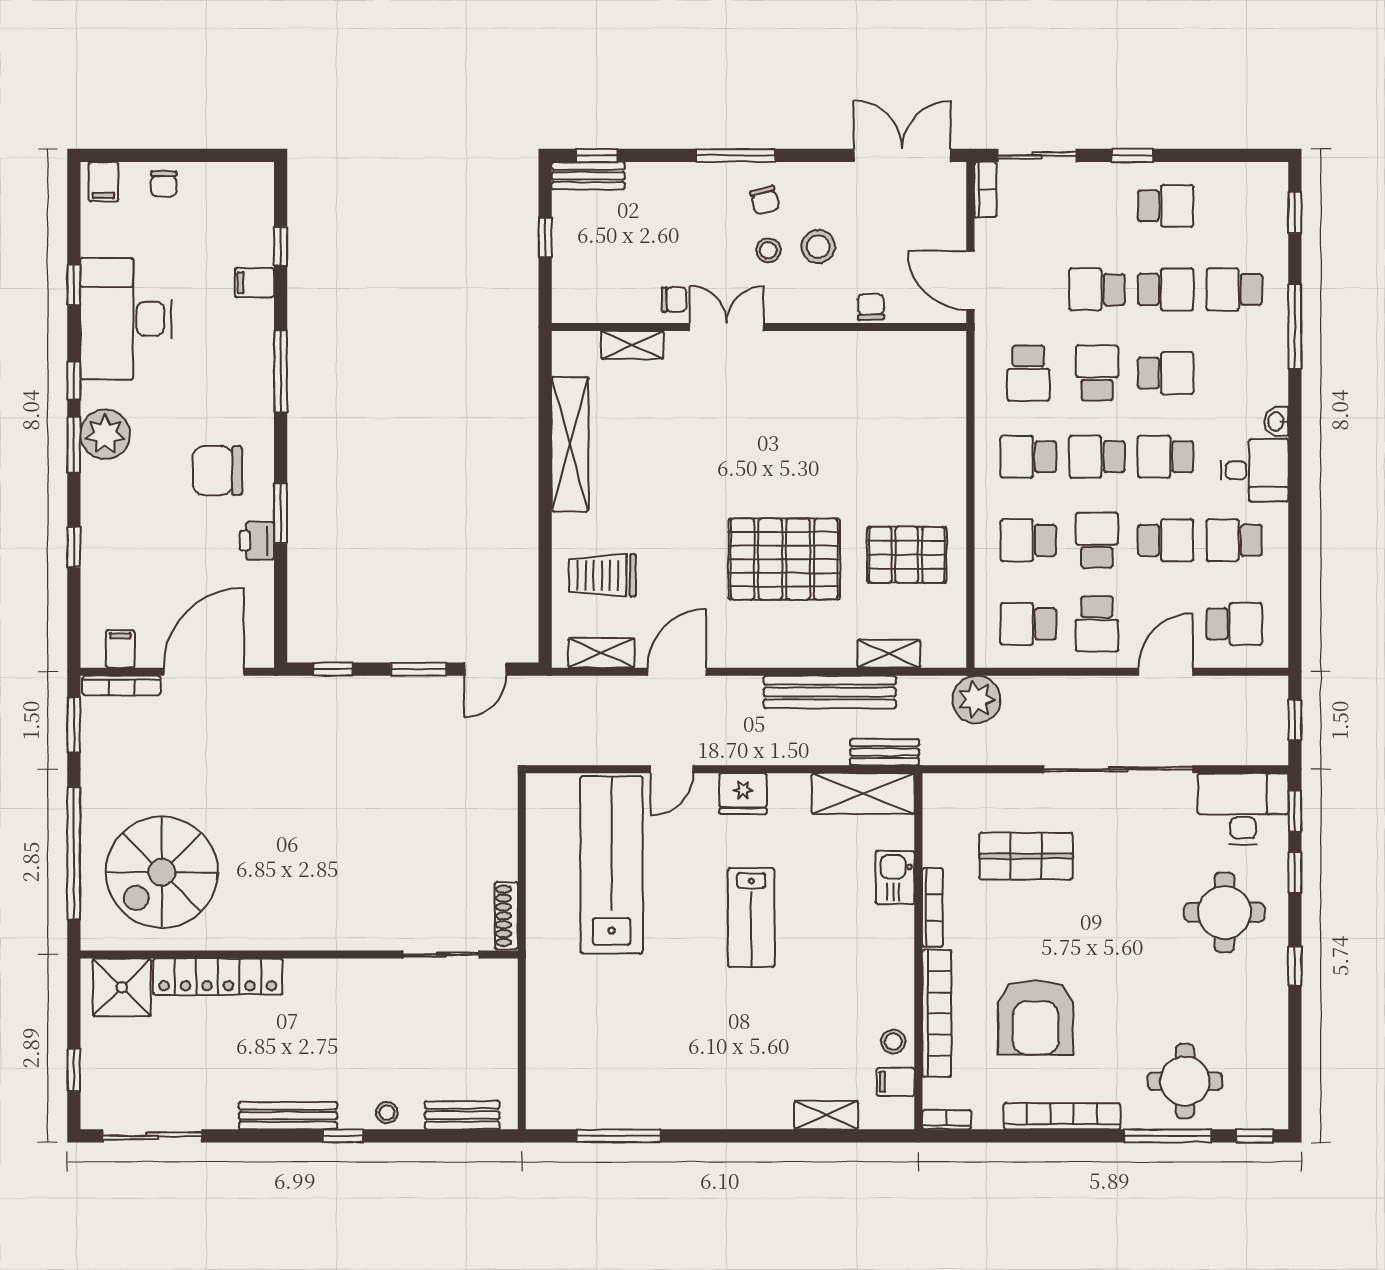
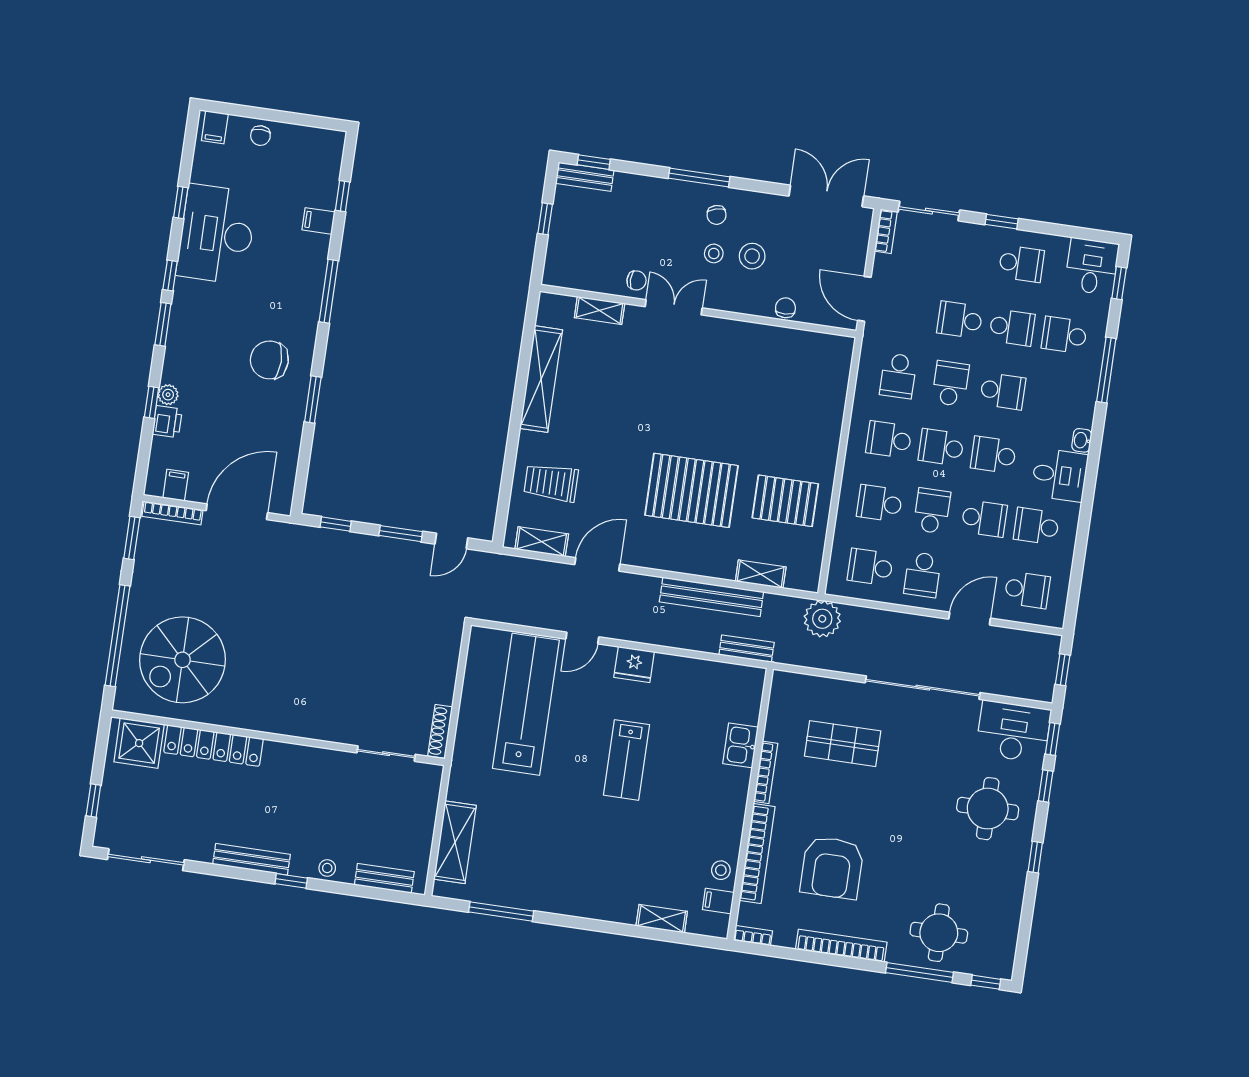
desk: (1257, 196) -> (1092, 266), added
plant: (105, 434) -> (168, 395), moved, width x0.53, depth x0.53
printer: (257, 541) -> (167, 422), moved, turned 180
shelving: (863, 794) -> (455, 842), moved, turned 90

